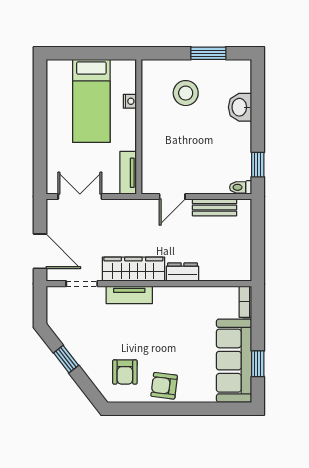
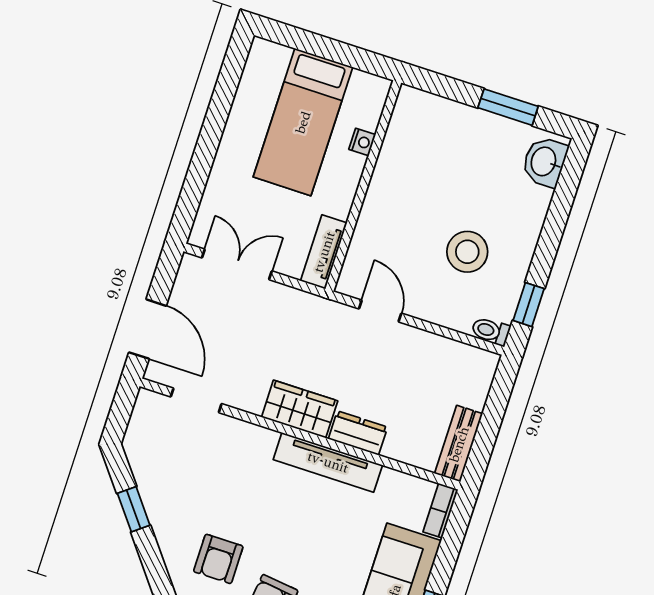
stool: (186, 93) -> (467, 252), moved
washbasin: (240, 107) -> (545, 162), moved
door: (172, 197) -> (380, 311), swing flipped
bench: (214, 207) -> (459, 444), moved, turned 90
wardrobe: (133, 269) -> (300, 409), width x0.67
tv unit: (129, 295) -> (328, 462), moved, width x1.41

